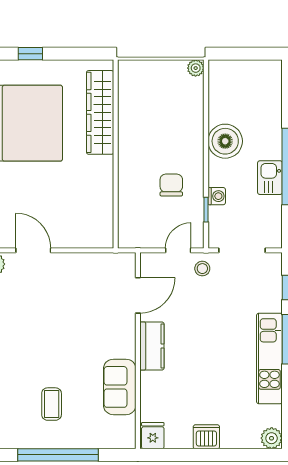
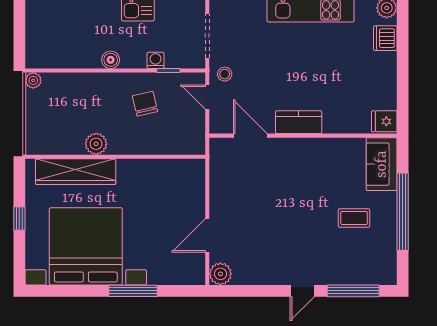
window: (30, 54) -> (19, 219), moved
plant: (129, 134) -> (96, 144), added
boiler: (225, 141) -> (111, 60), width x0.54, depth x0.54
chair: (171, 185) -> (145, 104), turned 77
sofa: (120, 387) -> (382, 164), moved, turned 90
dishwasher: (206, 437) -> (385, 38), moved

